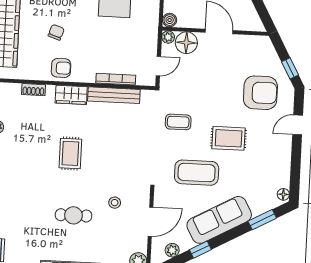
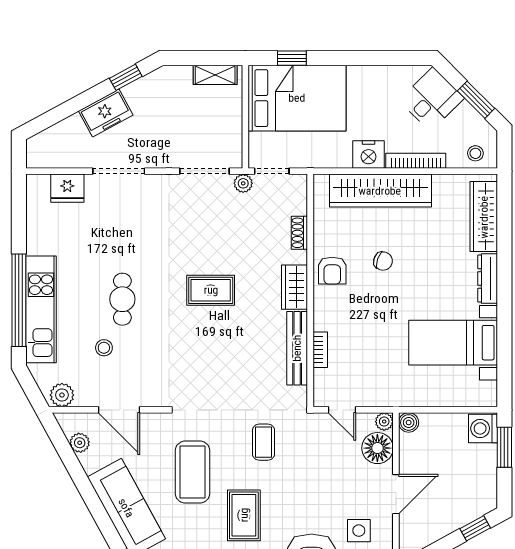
side table: (243, 59) -> (359, 531), added
bookcase: (116, 79) -> (320, 350), width x0.64
stool: (115, 203) -> (104, 348), moved
window: (200, 250) -> (83, 483), removed

